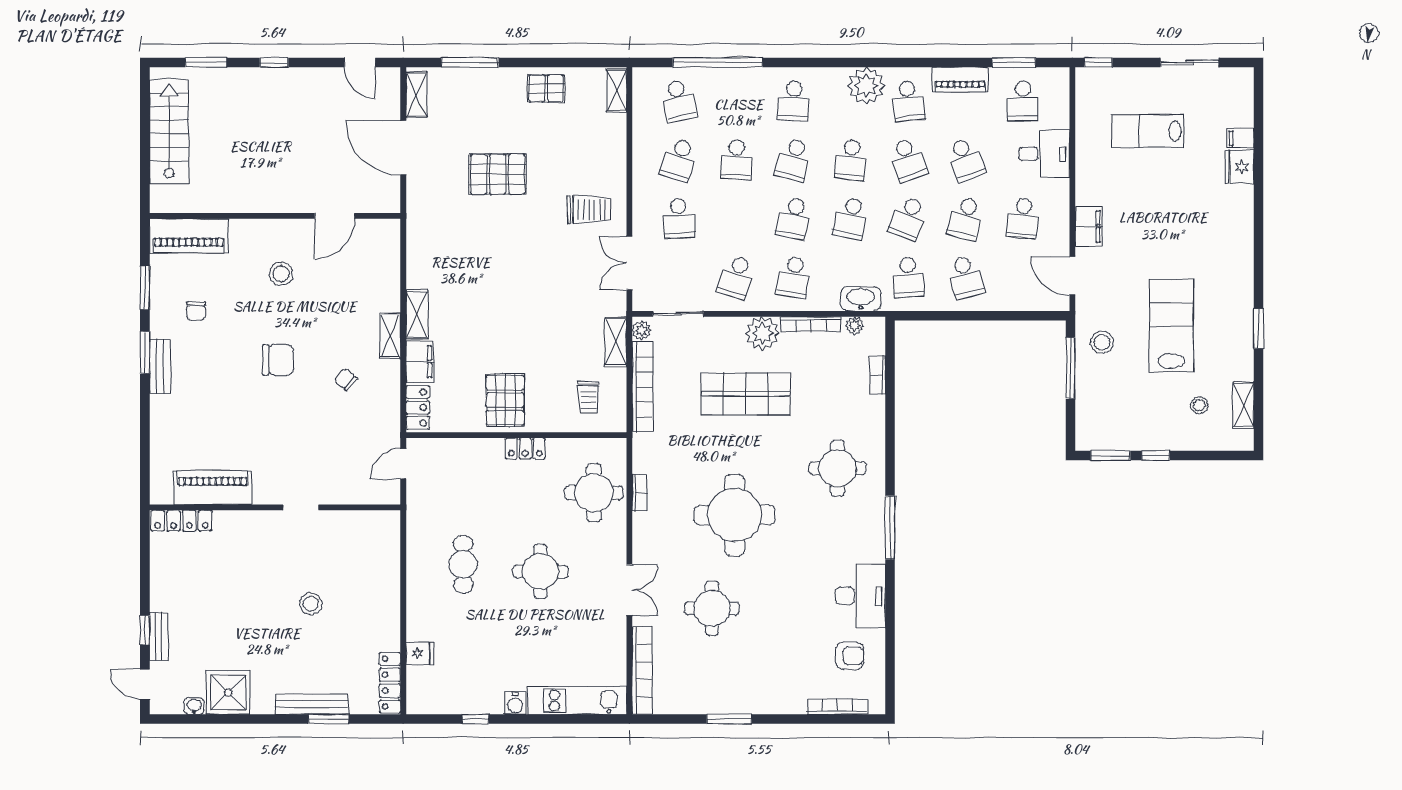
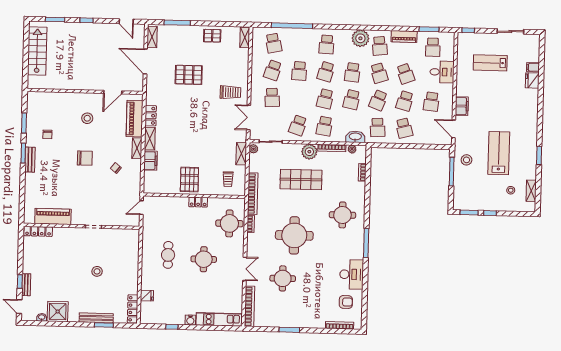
piano: (189, 236) -> (135, 119), moved, turned 90
bookcase: (642, 387) -> (253, 194), moved
locker: (418, 408) -> (151, 116), moved

